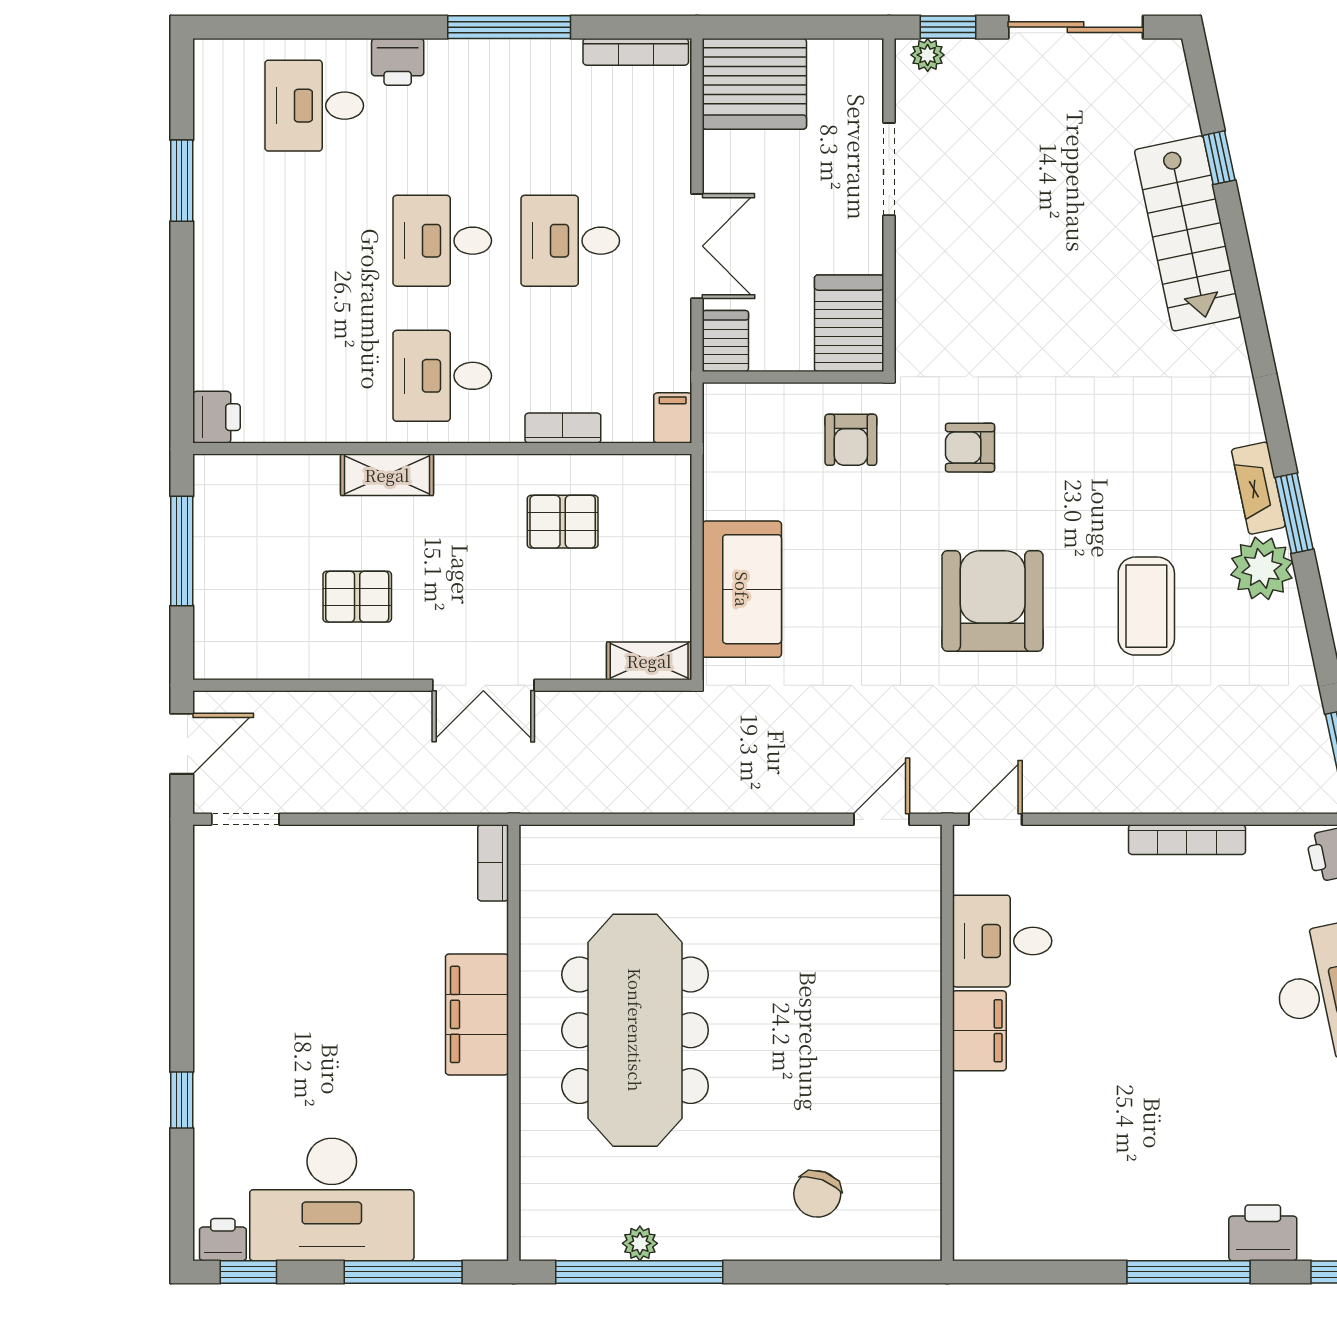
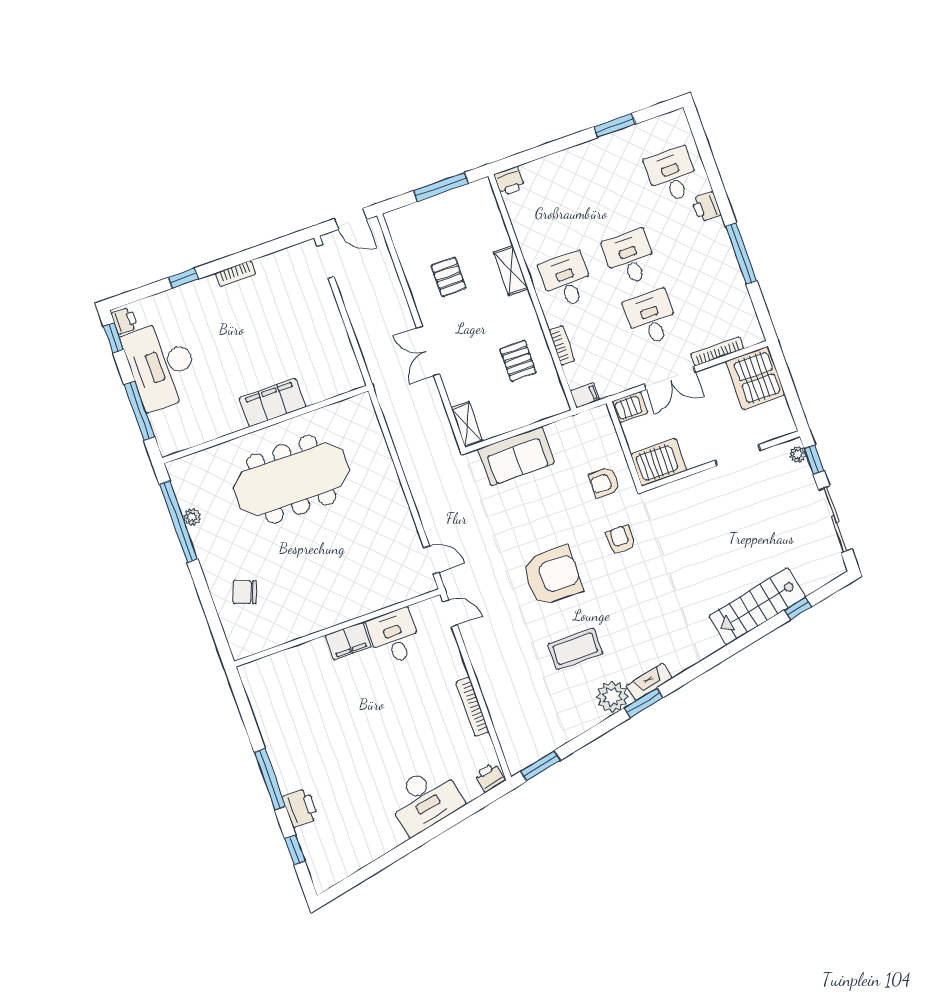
bookcase: (636, 52) -> (717, 351), moved, turned 90
bookcase: (493, 863) -> (236, 274), moved, turned 180

